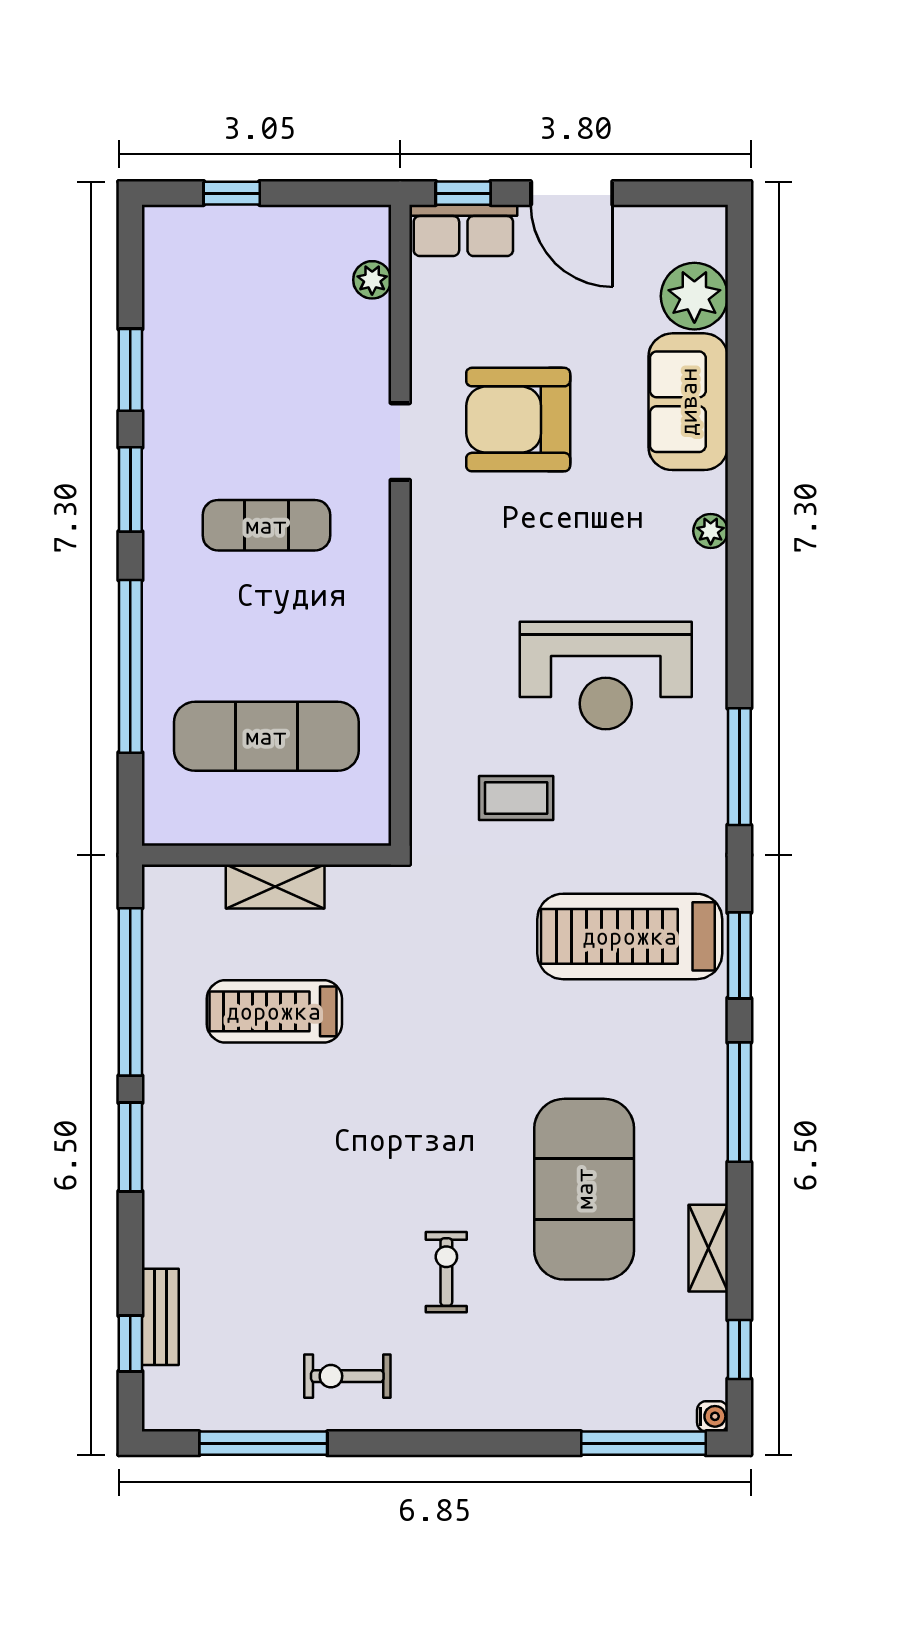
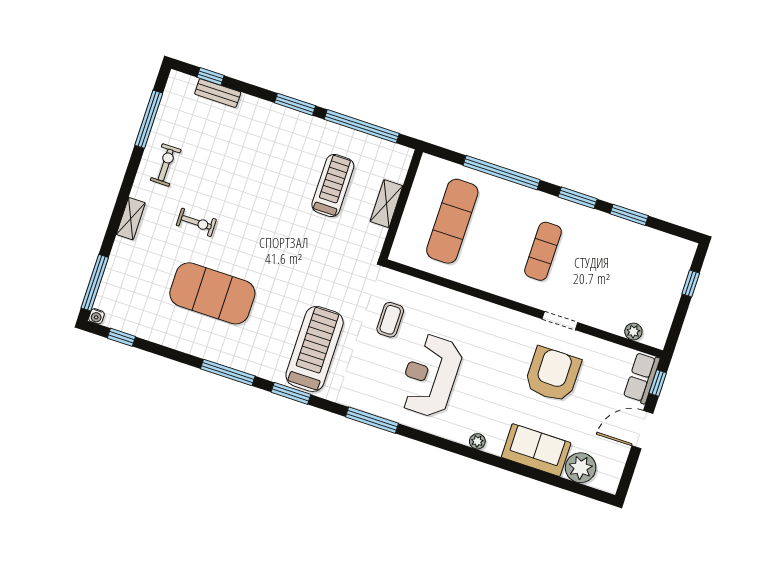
shelving: (708, 1248) -> (131, 219), moved, turned 90

